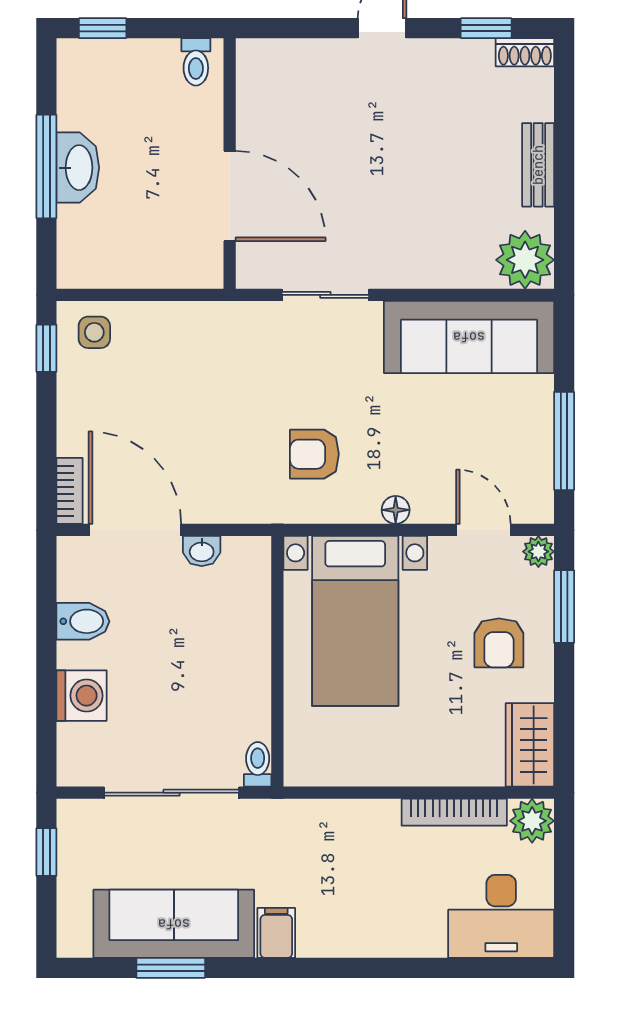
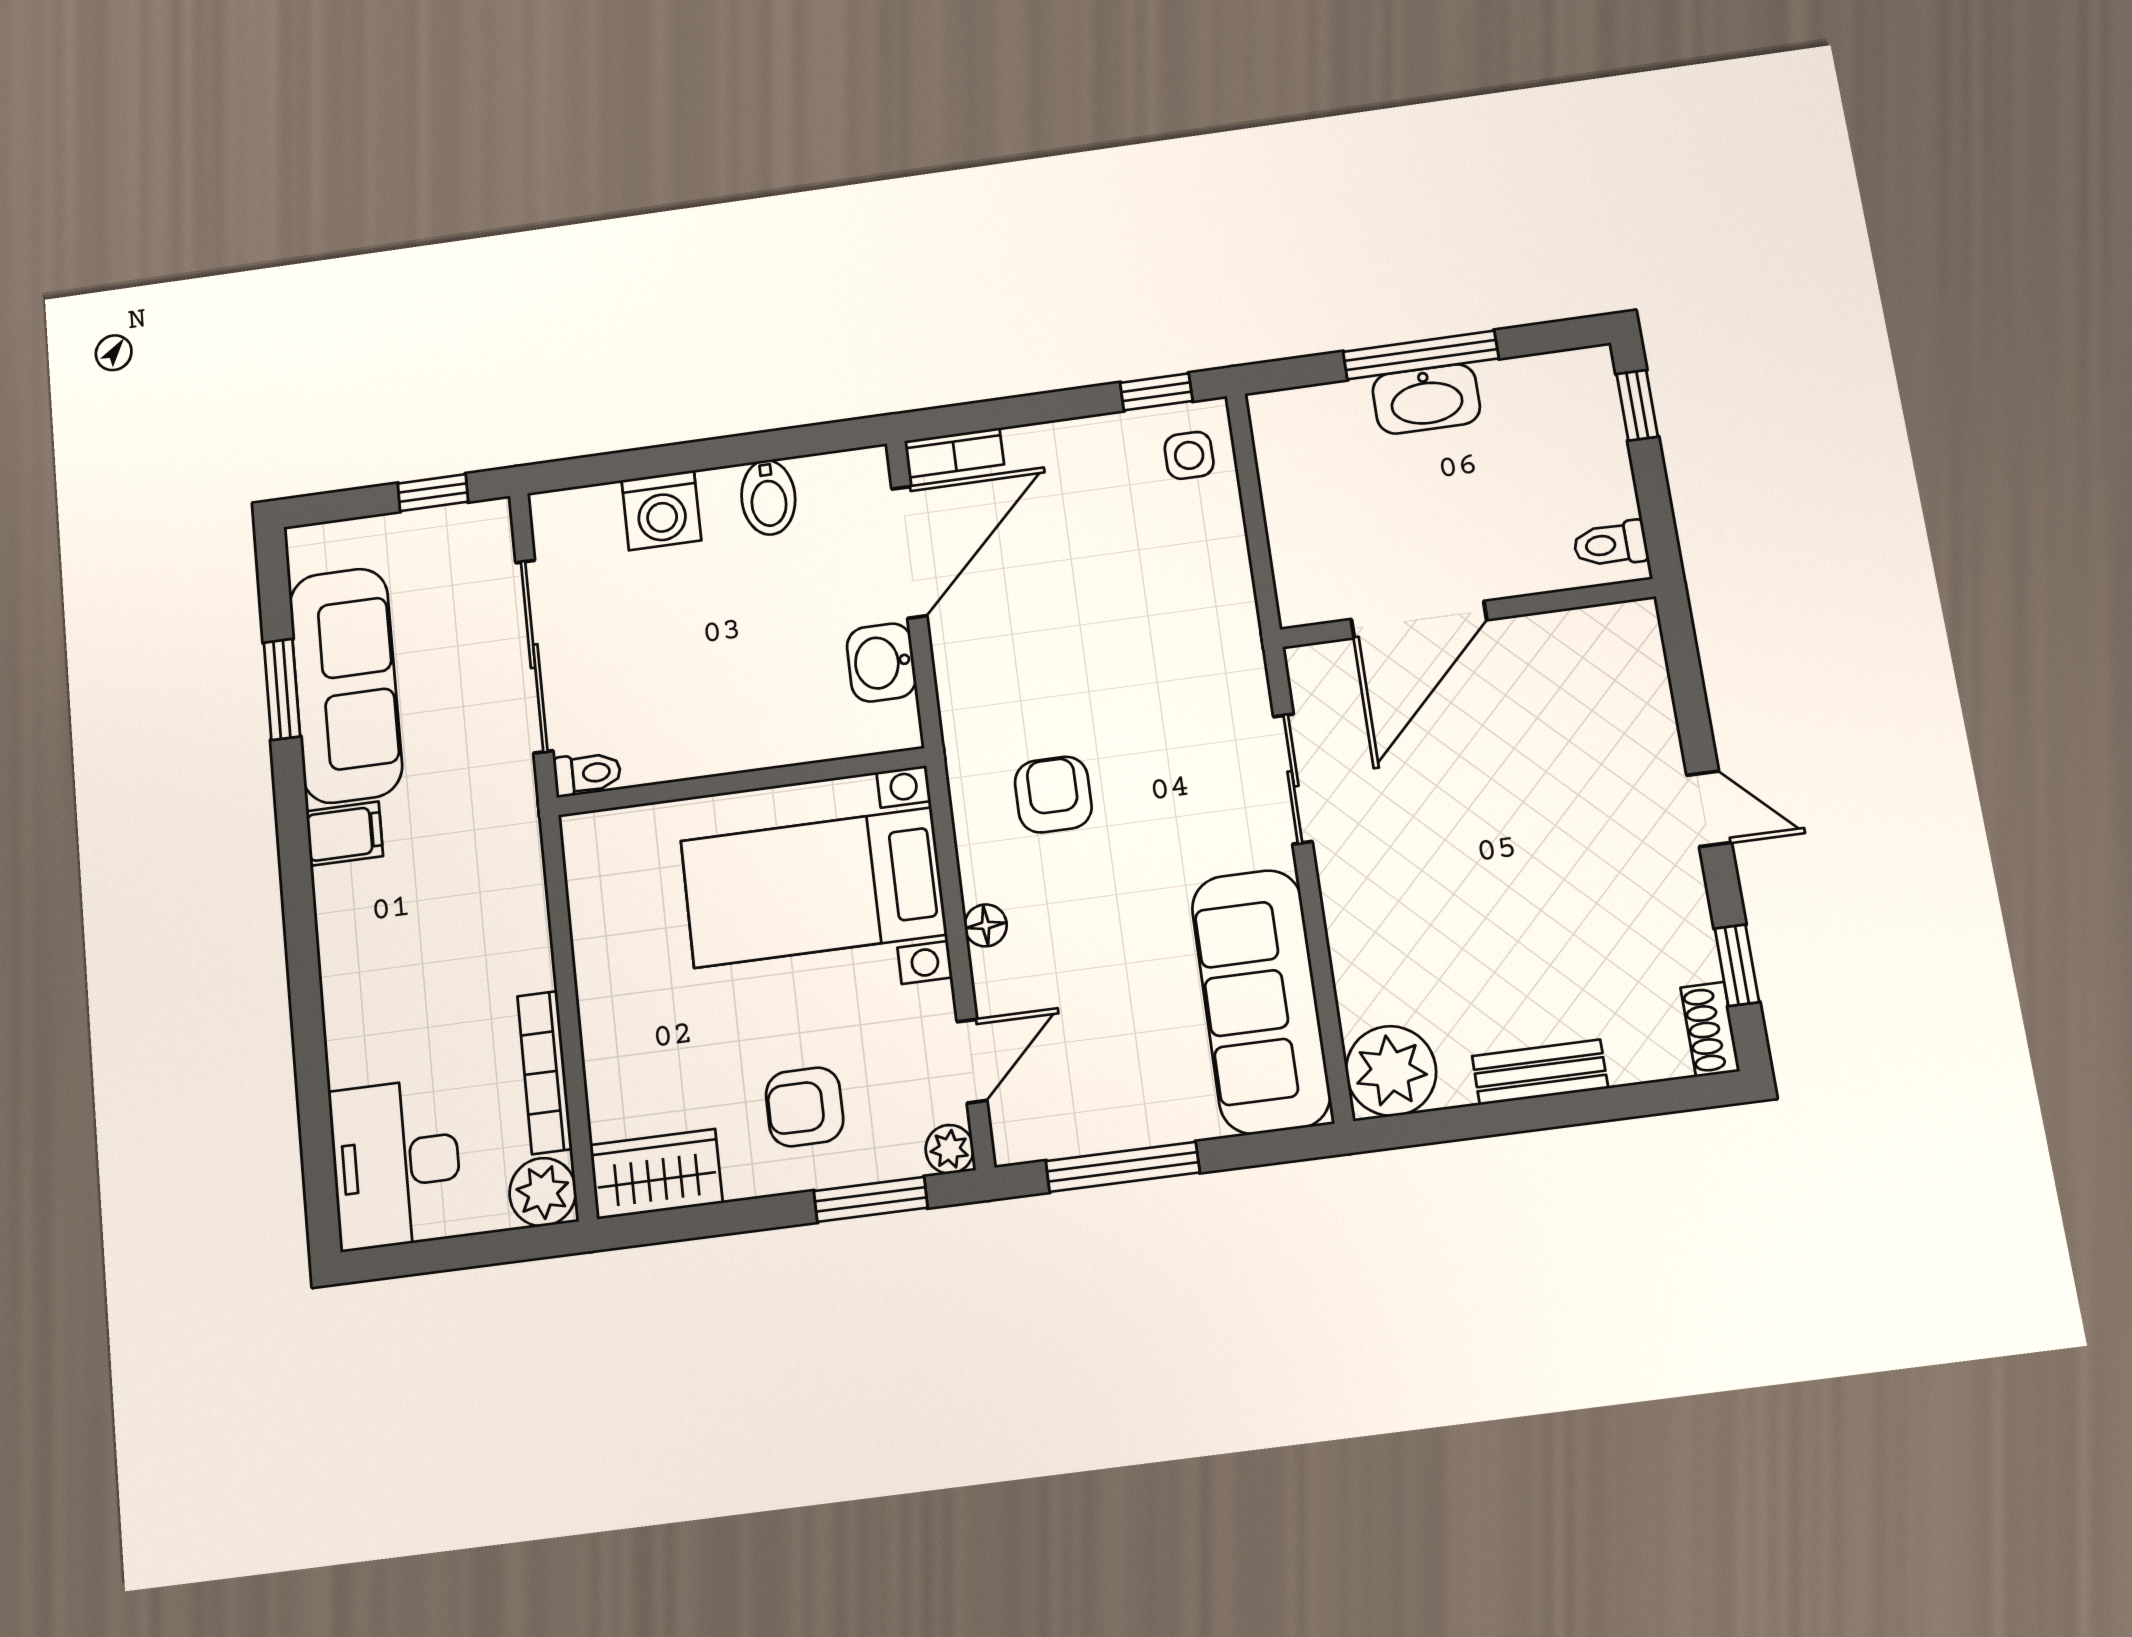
washbasin: (202, 551) -> (881, 662), width x1.38, depth x1.45

